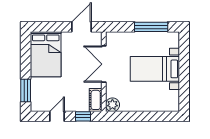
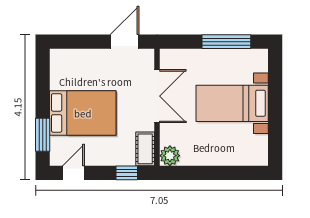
bed: (46, 54) -> (83, 113), moved, turned -90
double door: (104, 64) -> (157, 96), swing flipped
door: (57, 116) -> (73, 173), moved

